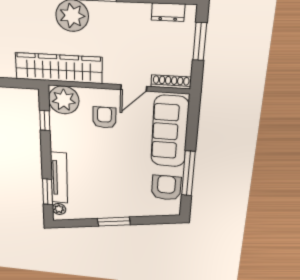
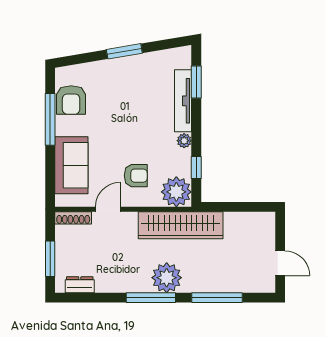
armchair: (104, 118) -> (136, 176), turned -90
sofa: (170, 132) -> (71, 165), width x0.73
plant: (59, 209) -> (184, 141), moved

